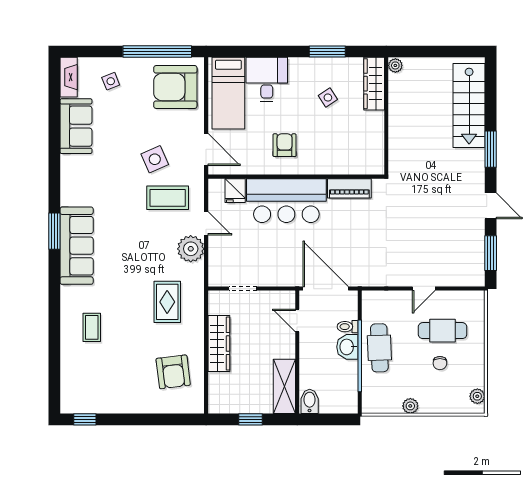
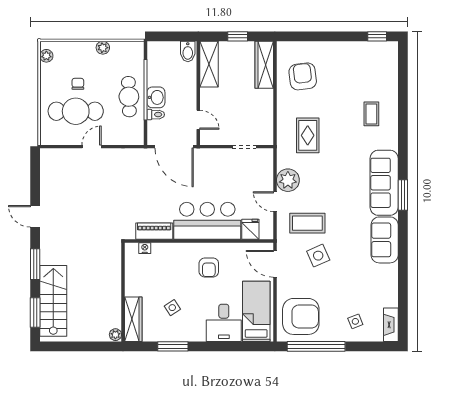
sofa: (76, 126) -> (385, 240), moved
nightstand: (361, 168) -> (145, 248), added
window: (491, 253) -> (35, 313), moved
cafe table: (443, 331) -> (76, 111), width x1.37, depth x1.35
wardrobe: (219, 344) -> (264, 65), moved

